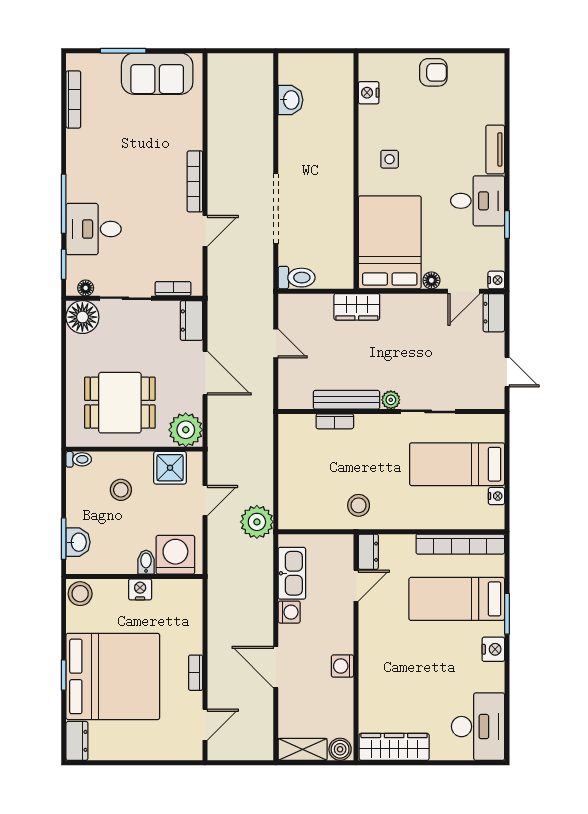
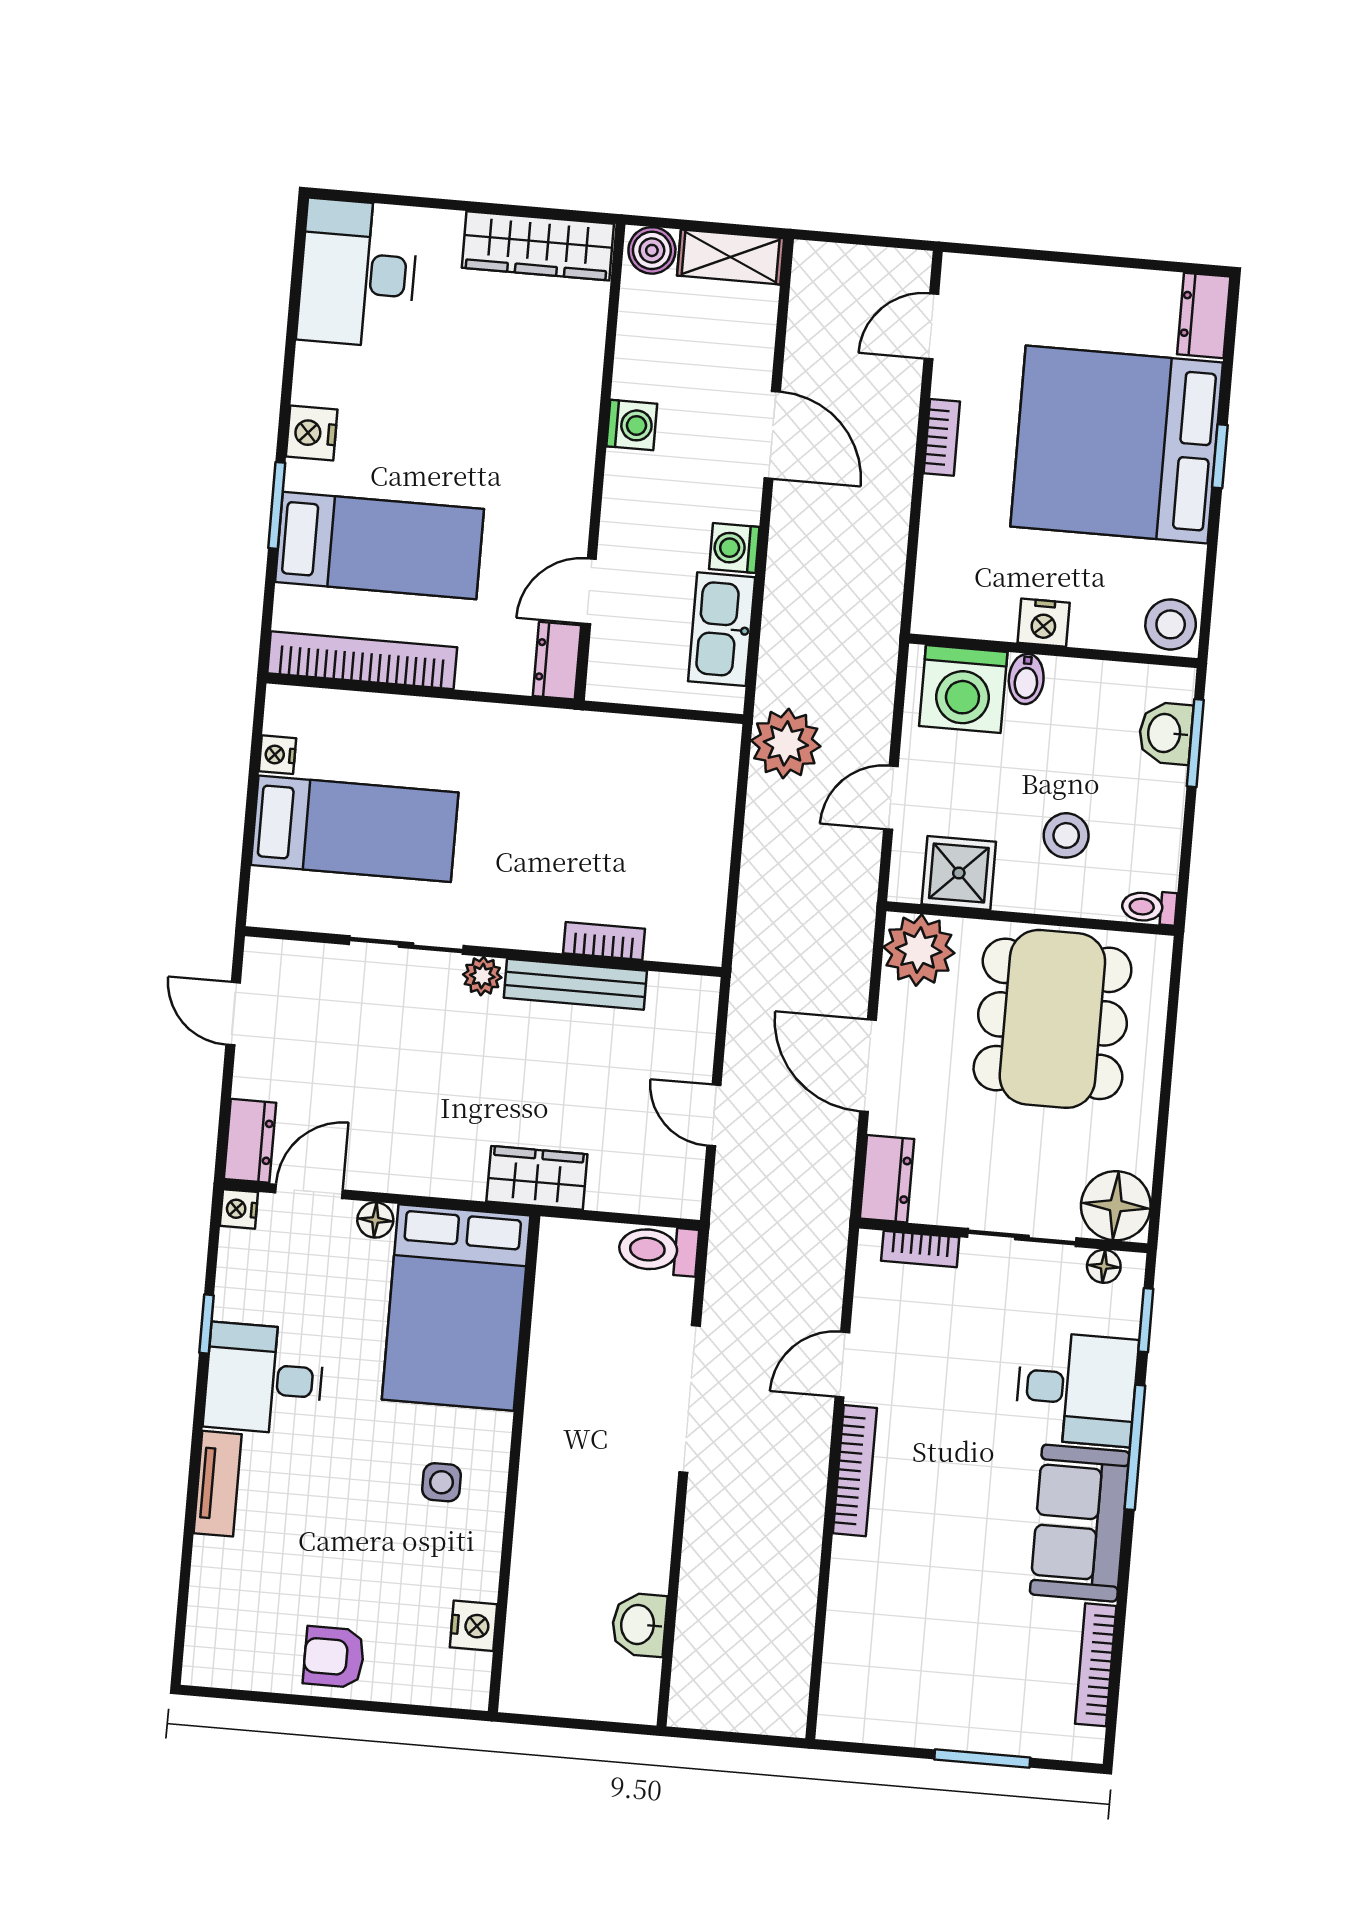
sofa: (157, 74) -> (1080, 1523), moved, turned -90
dining table: (120, 403) -> (1052, 1019), width x1.38
stool: (359, 505) -> (569, 760), removed

